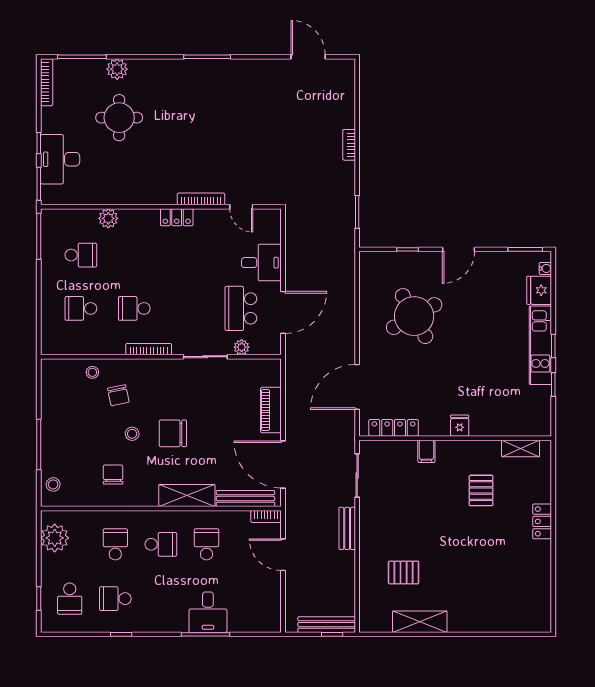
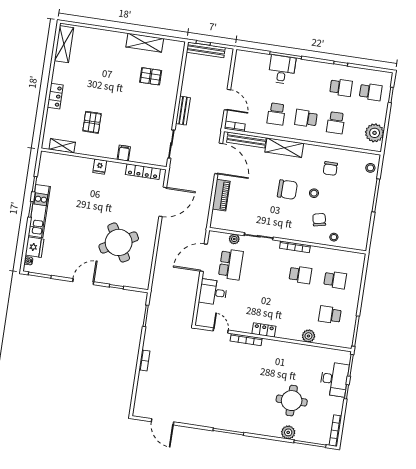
school desk: (70, 599) -> (371, 92), turned 90
shelving: (541, 601) -> (64, 44), added

